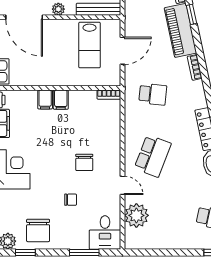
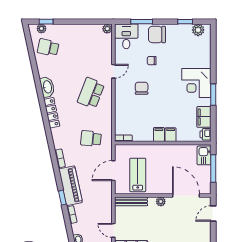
door: (122, 185) -> (113, 71), swing flipped
plant: (136, 215) -> (107, 29), moved, width x0.53, depth x0.53
chair: (38, 230) -> (157, 35), moved, turned -90

